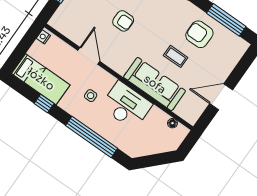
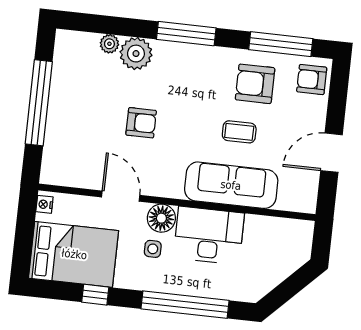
armchair: (233, 49) -> (312, 80), added
bed: (41, 79) -> (74, 254), width x1.50
floor lamp: (172, 123) -> (161, 218), moved, width x1.89, depth x1.89

